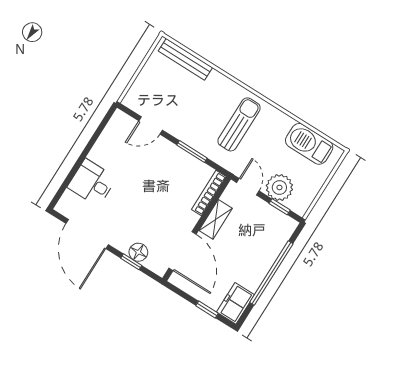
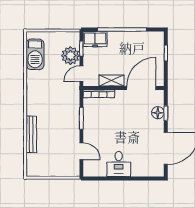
bench: (185, 59) -> (31, 134), moved
sun lounger: (239, 124) -> (49, 101), removed
desk: (92, 183) -> (119, 164), moved
freezer: (235, 303) -> (95, 39), moved

